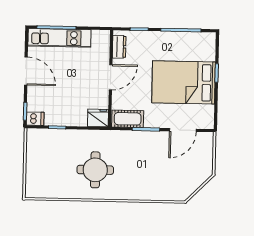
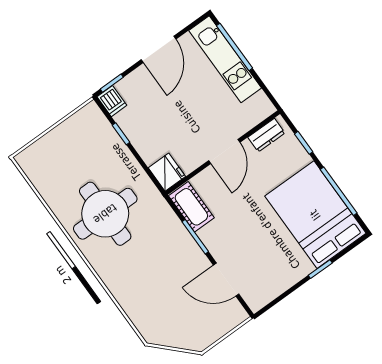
door: (111, 77) -> (224, 152), hinge flipped
bed: (184, 82) -> (315, 215), moved
round table: (95, 170) -> (105, 214), width x1.36, depth x1.36

